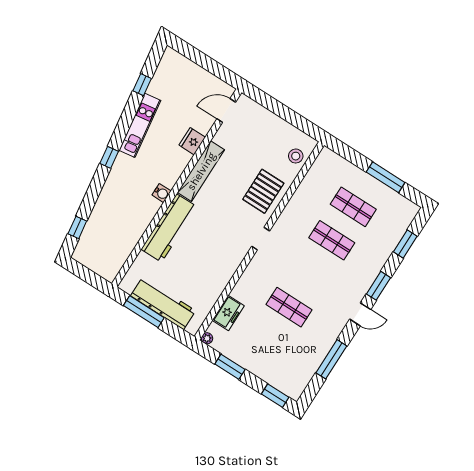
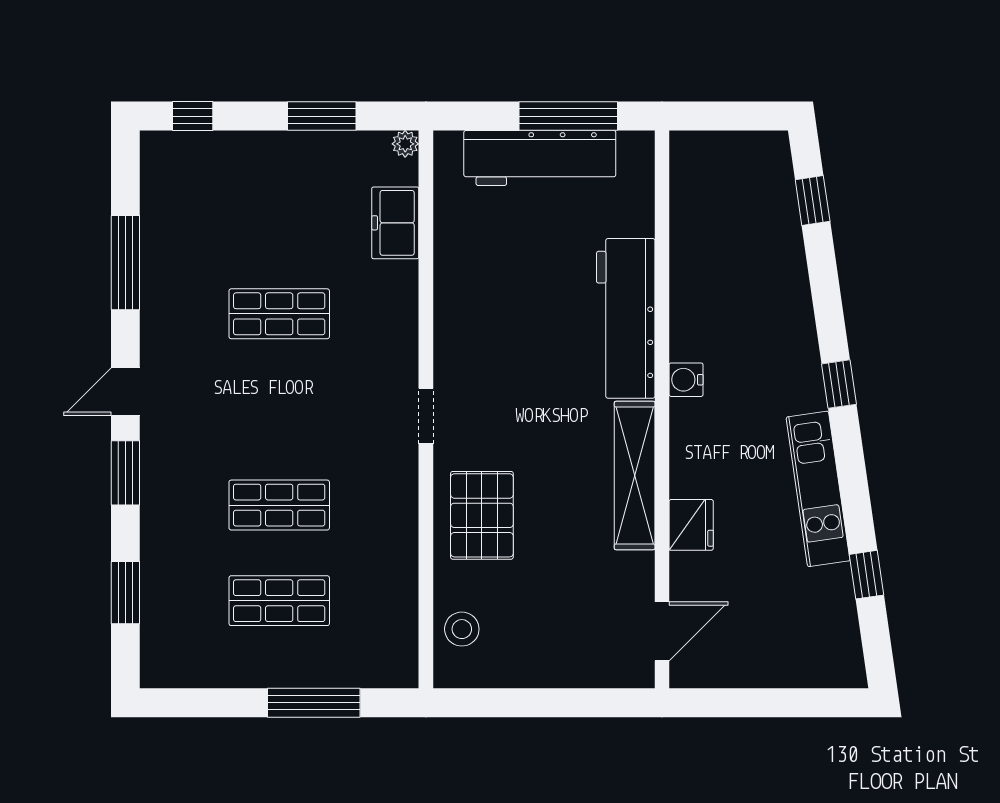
window: (386, 177) -> (314, 703), moved
window: (275, 396) -> (193, 116), width x0.67

